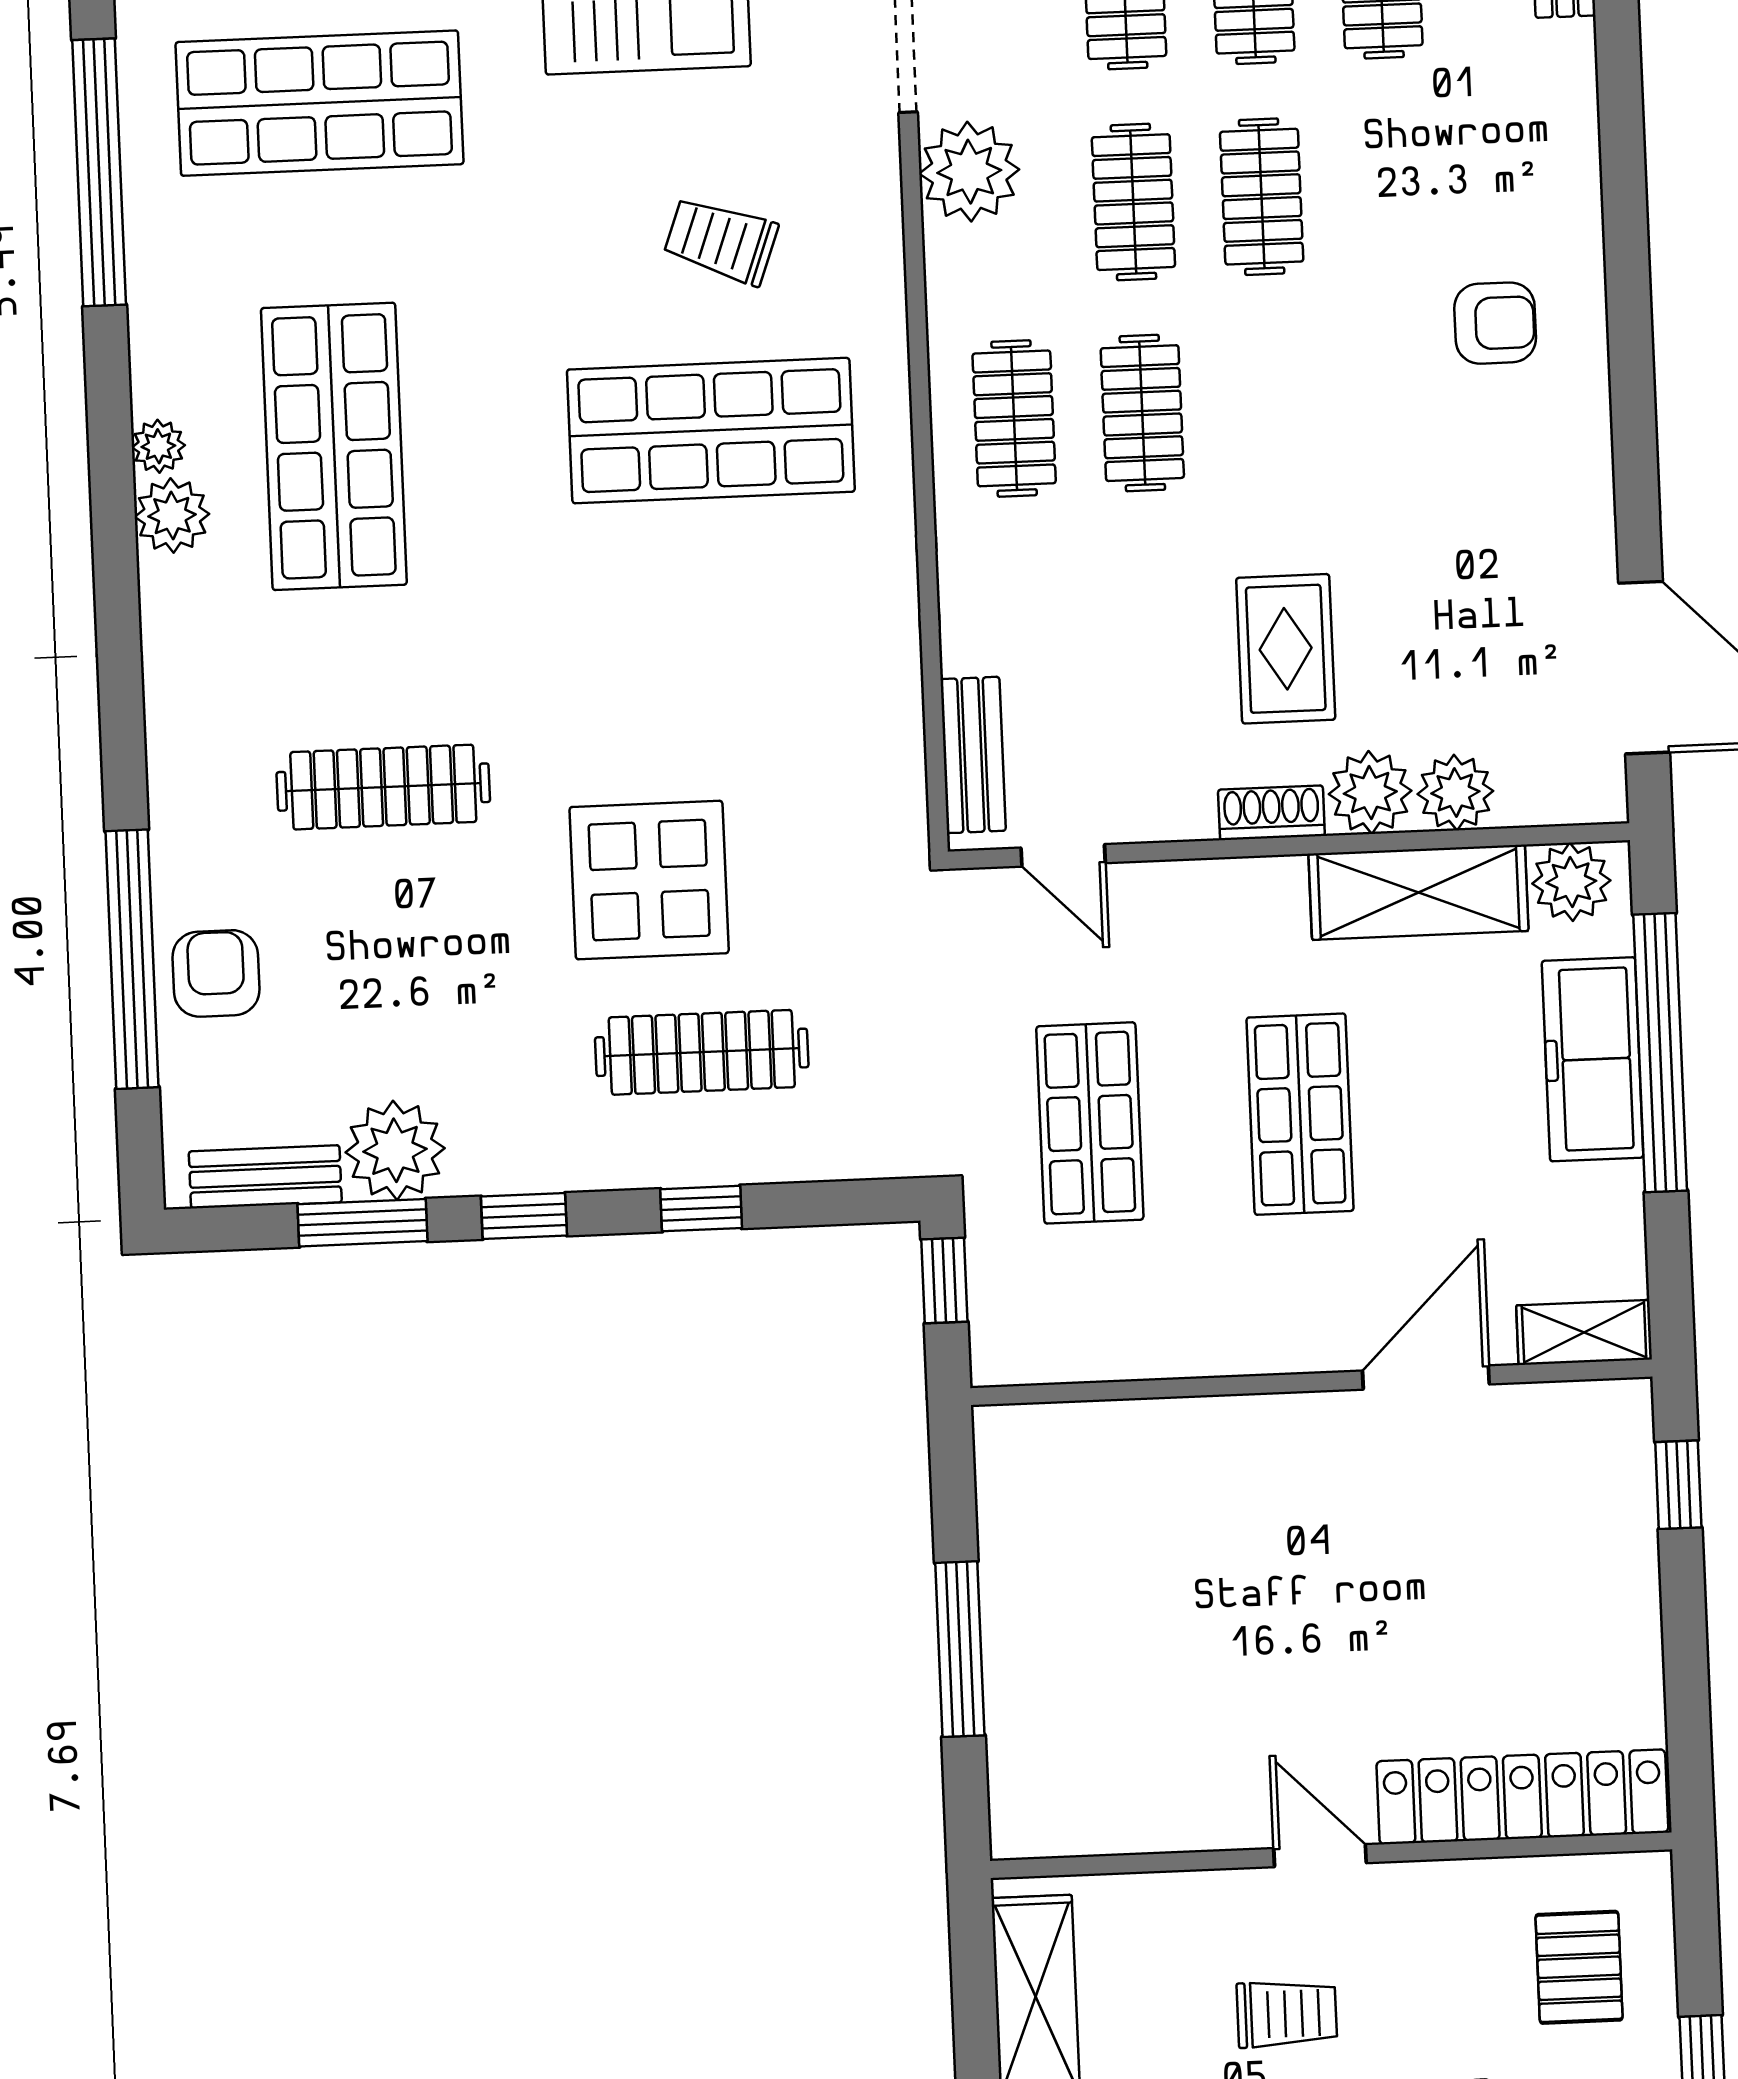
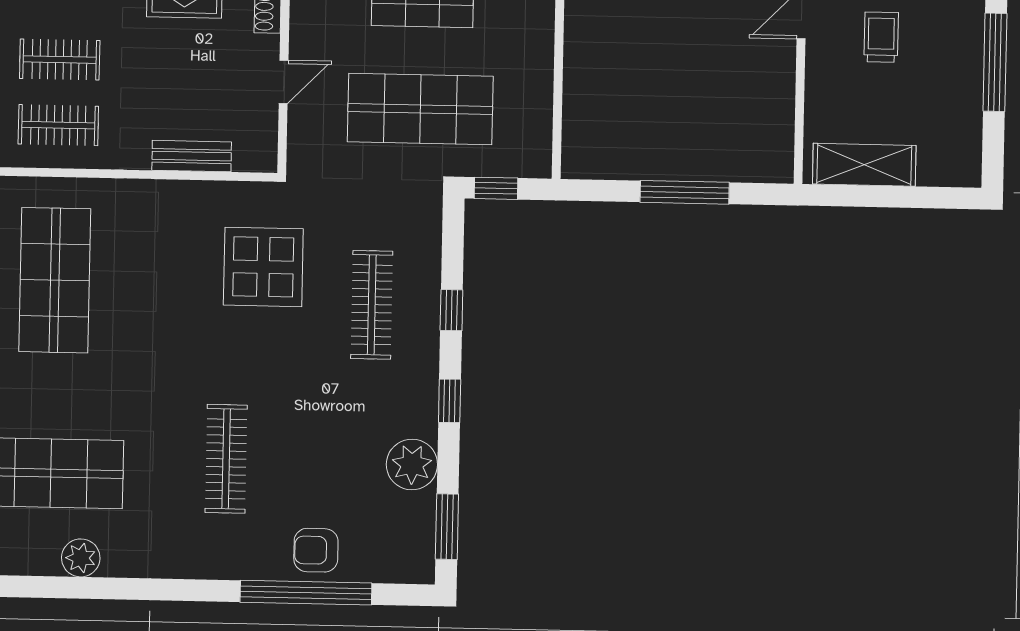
plant: (158, 446) -> (45, 563), removed
bench: (973, 755) -> (192, 156), moved
door: (1063, 855) -> (284, 82), moved
display table: (649, 880) -> (263, 267), moved
shop shelf: (1090, 1123) -> (420, 109), width x1.43, depth x1.36
bench: (265, 1177) -> (421, 532), removed
window: (362, 1223) -> (447, 527), moved

